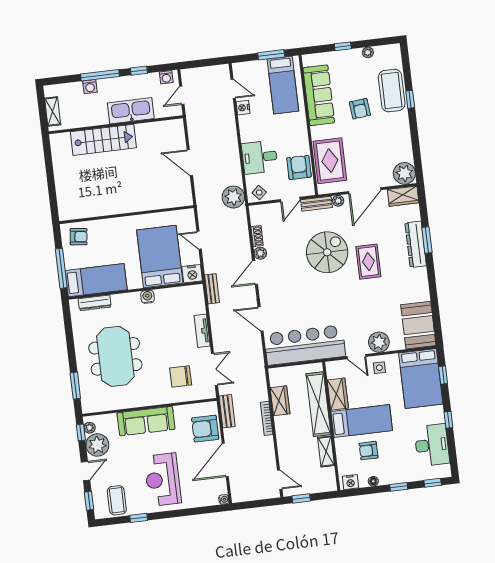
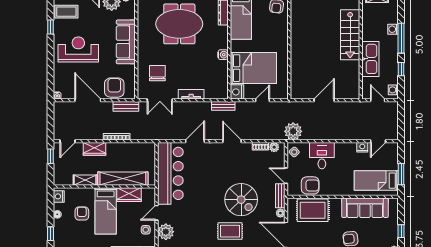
plant: (260, 253) -> (274, 147), moved
wardrobe: (280, 401) -> (95, 149), moved

